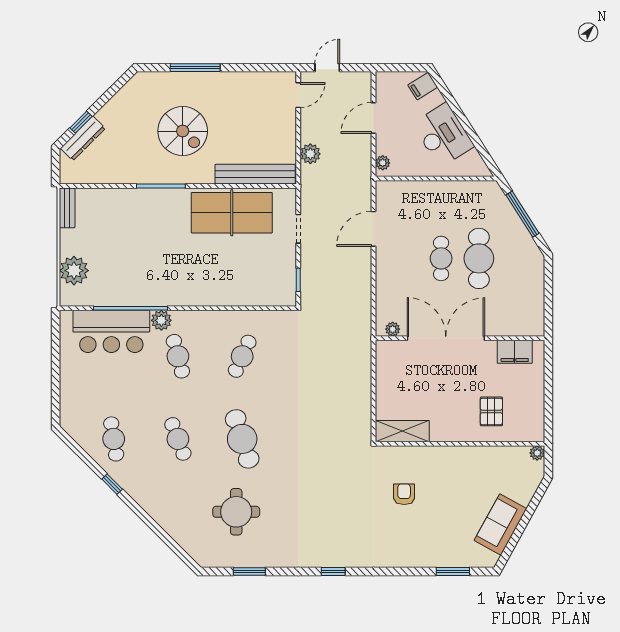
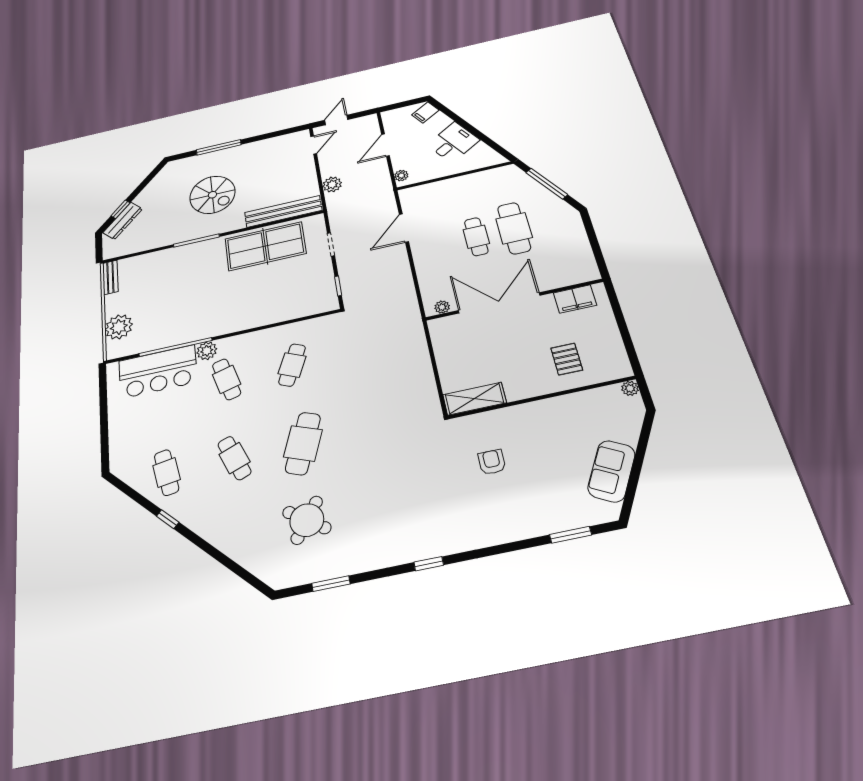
desk: (443, 135) -> (453, 142), width x0.73
cafe table: (242, 439) -> (303, 443), turned 39
round table: (236, 512) -> (307, 520), turned 35

